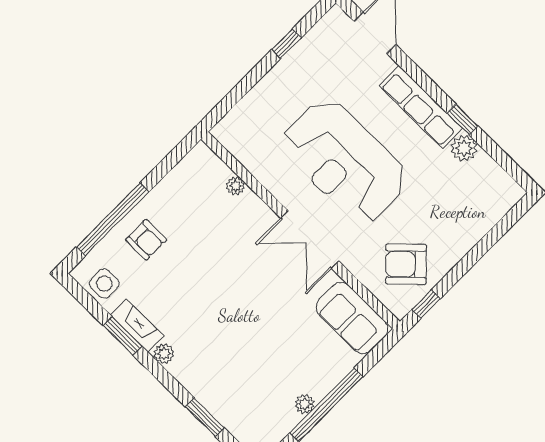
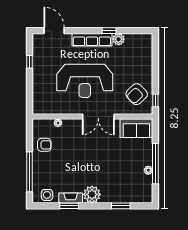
armchair: (146, 240) -> (44, 145), moved
plant: (164, 354) -> (92, 194), width x1.88, depth x1.88

